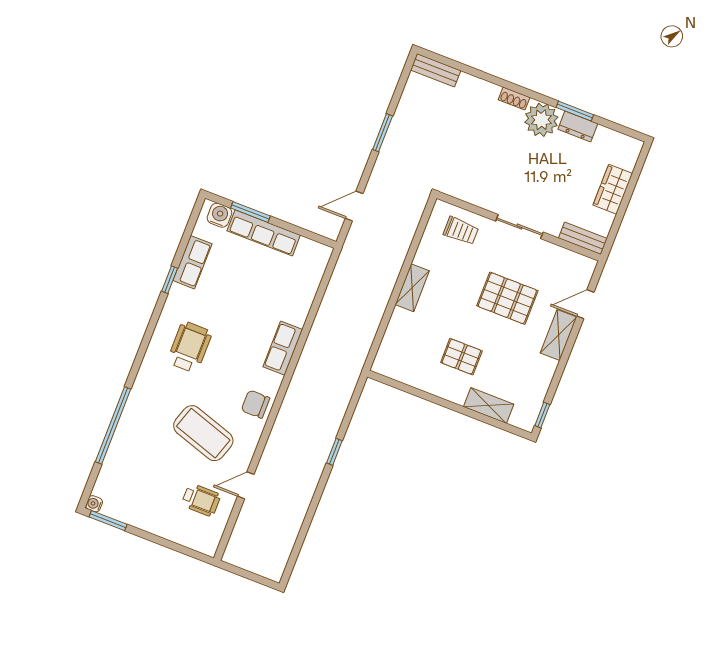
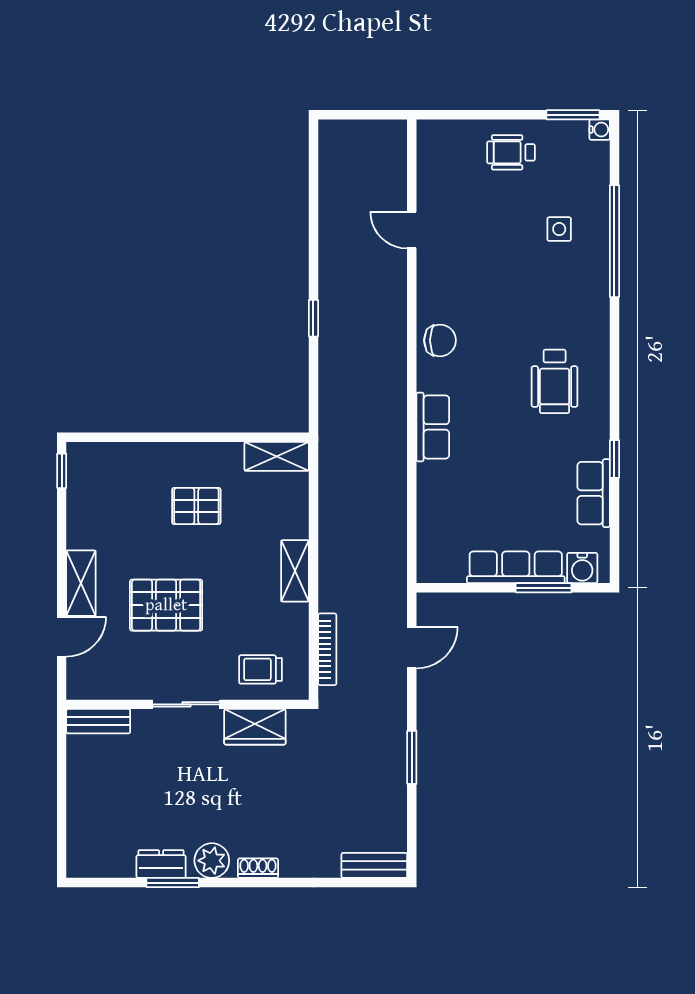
plant: (541, 120) -> (212, 861), width x0.73, depth x0.73
wardrobe: (613, 189) -> (255, 727), moved, turned 90
bookcase: (411, 227) -> (327, 649), added
shelving: (489, 405) -> (277, 456), moved
coffee table: (203, 433) -> (493, 276), removed
side table: (147, 448) -> (559, 229), added
door: (246, 485) -> (412, 230), swing flipped
wheelchair: (201, 500) -> (511, 152), moved

